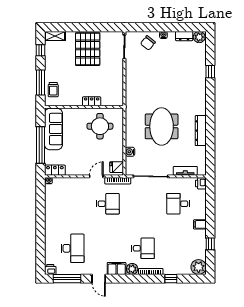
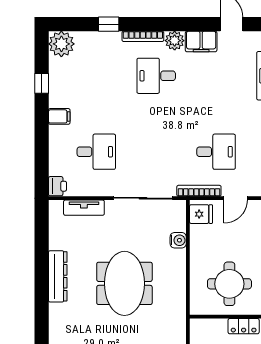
desk: (108, 204) -> (216, 152), turned 180

